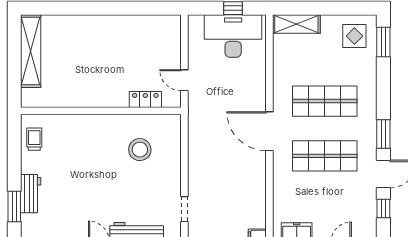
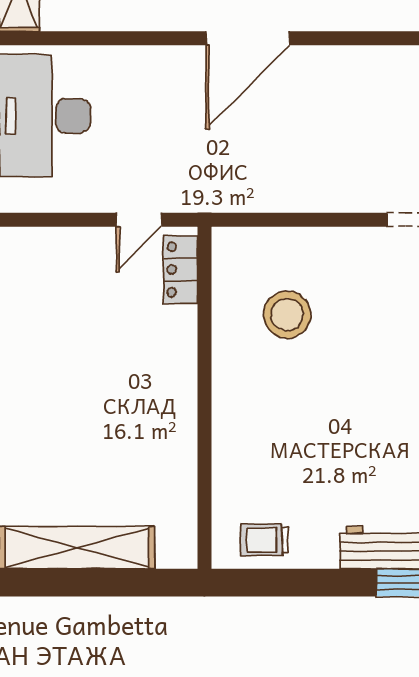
locker: (145, 100) -> (180, 270), moved

